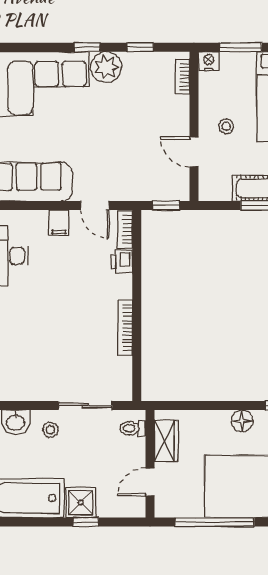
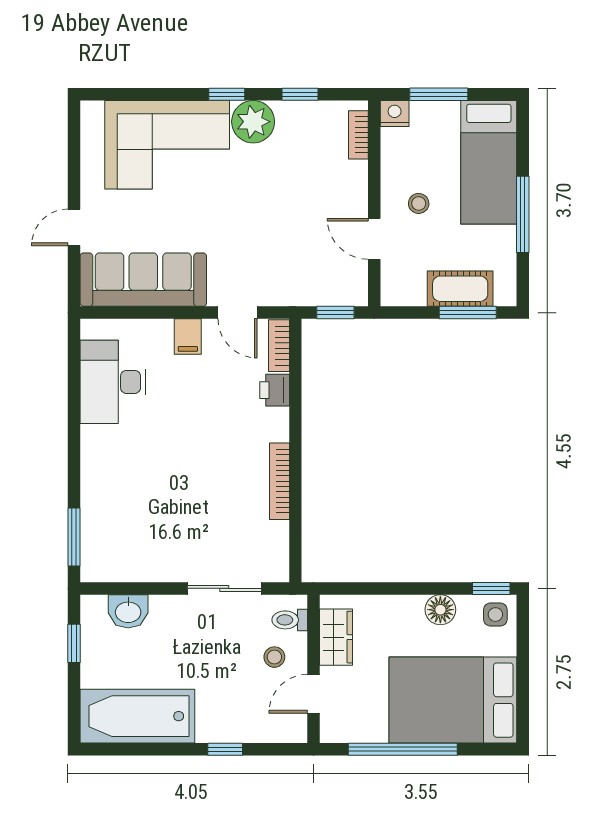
stool: (50, 430) -> (274, 657), moved
shower: (81, 503) -> (218, 722), removed

